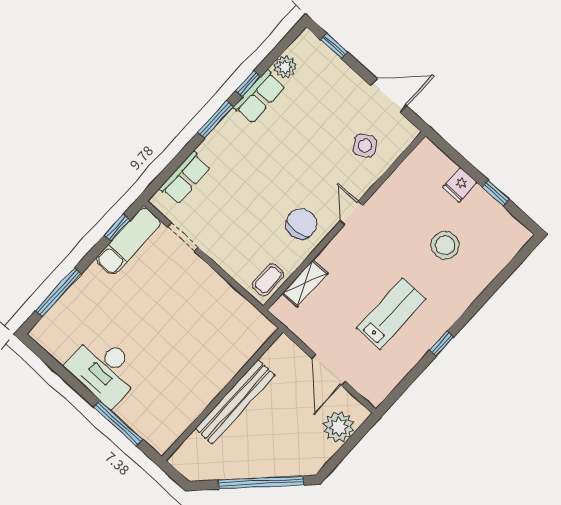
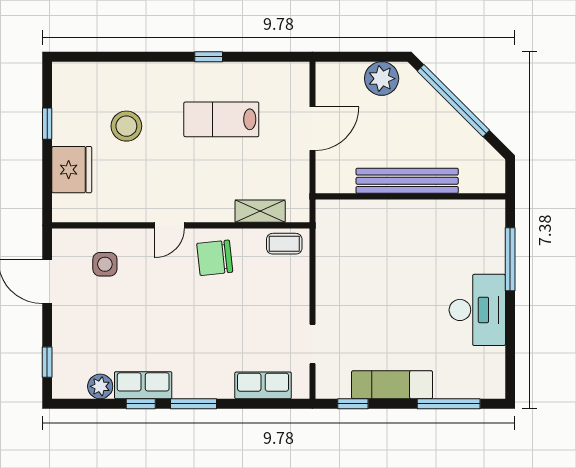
side table: (365, 145) -> (105, 264), turned 33
fridge: (460, 185) -> (72, 170), width x1.88, depth x1.34
exam couch: (128, 241) -> (392, 385), moved
plant: (339, 427) -> (382, 79), moved

